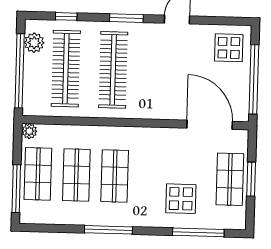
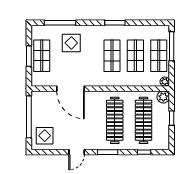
plant: (34, 43) -> (163, 97), moved
window: (20, 71) -> (172, 118), width x0.32
door: (210, 125) -> (70, 89), moved
window: (108, 230) -> (115, 23), width x0.69

